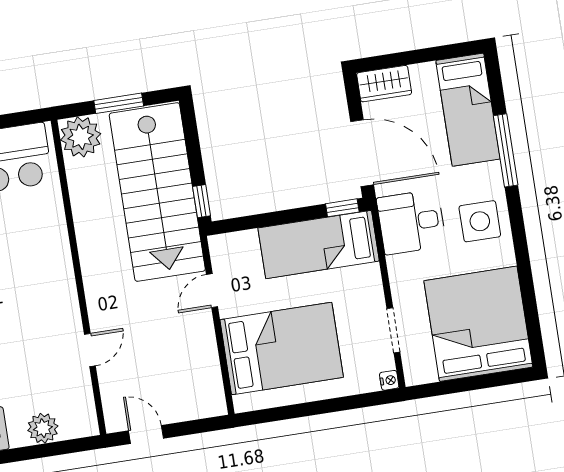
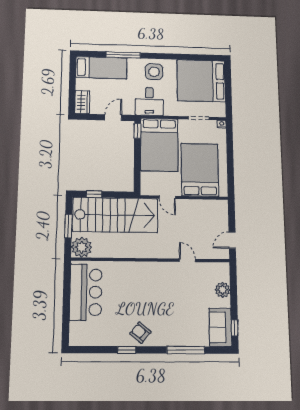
door: (362, 153) -> (113, 118), width x0.53
window: (202, 201) -> (94, 194), moved
bed: (319, 244) -> (159, 145), width x1.50

